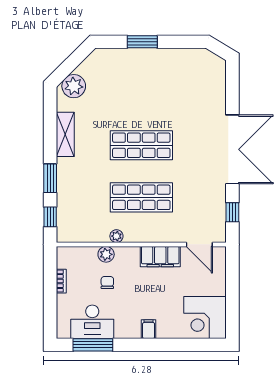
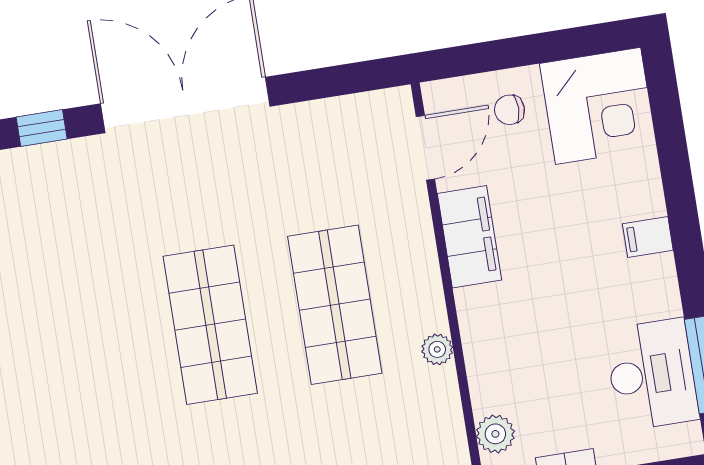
window: (232, 212) -> (42, 128), moved
plant: (106, 254) -> (495, 434), moved
chair: (107, 283) -> (509, 110), moved

